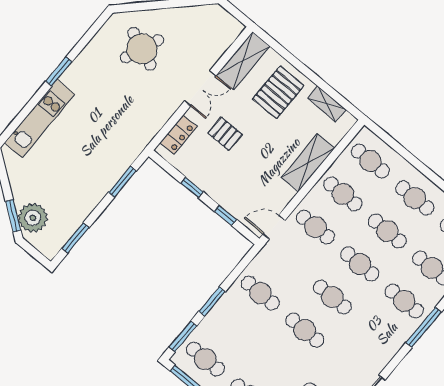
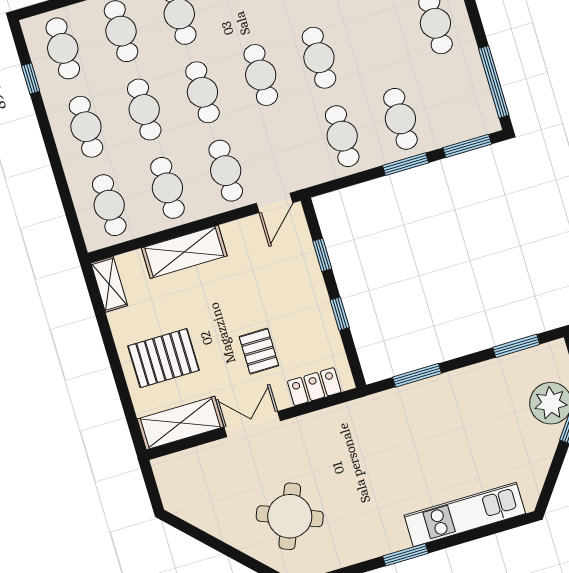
shelving: (327, 104) -> (109, 284), moved
door: (274, 227) -> (275, 203), hinge flipped
cafe table: (205, 359) -> (400, 119), moved

